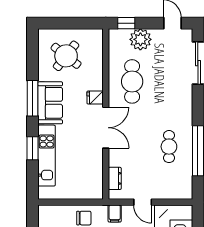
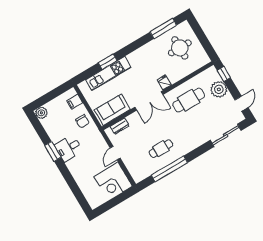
round table: (66, 56) -> (180, 48), turned -38
window: (33, 98) -> (163, 29), moved
sofa: (50, 103) -> (112, 110), moved, turned 180
filing cabinet: (115, 214) -> (75, 102), moved

